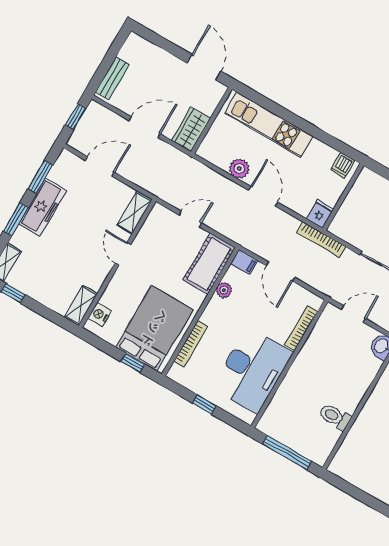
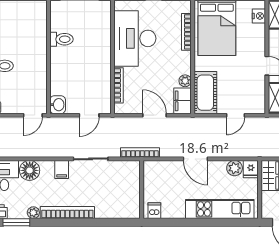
plant: (239, 169) -> (235, 168), moved
fridge: (320, 214) -> (251, 169), moved
filing cabinet: (244, 262) -> (183, 101), width x2.00

